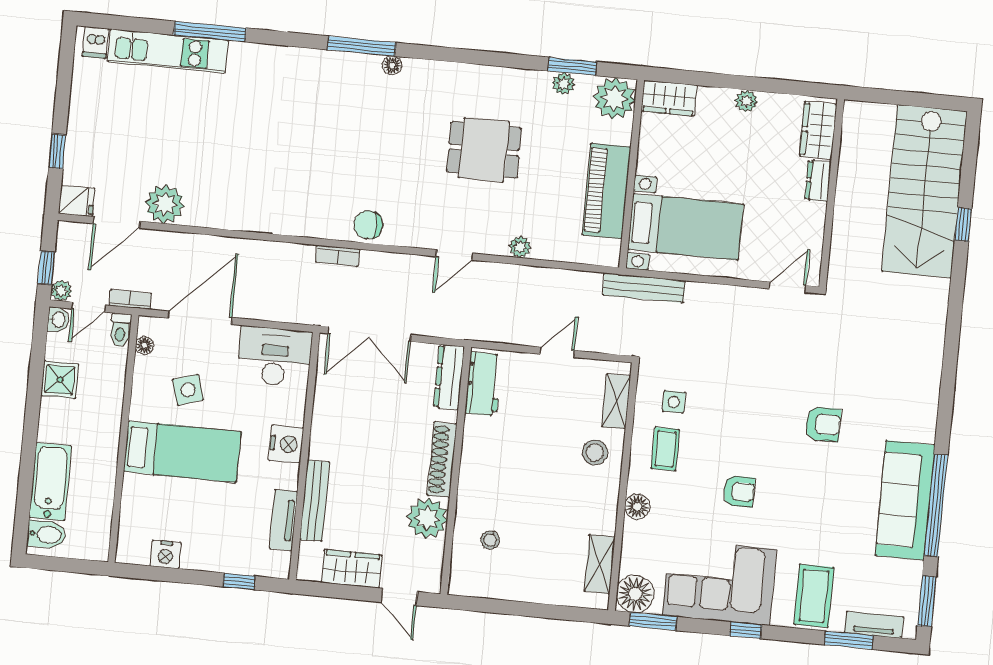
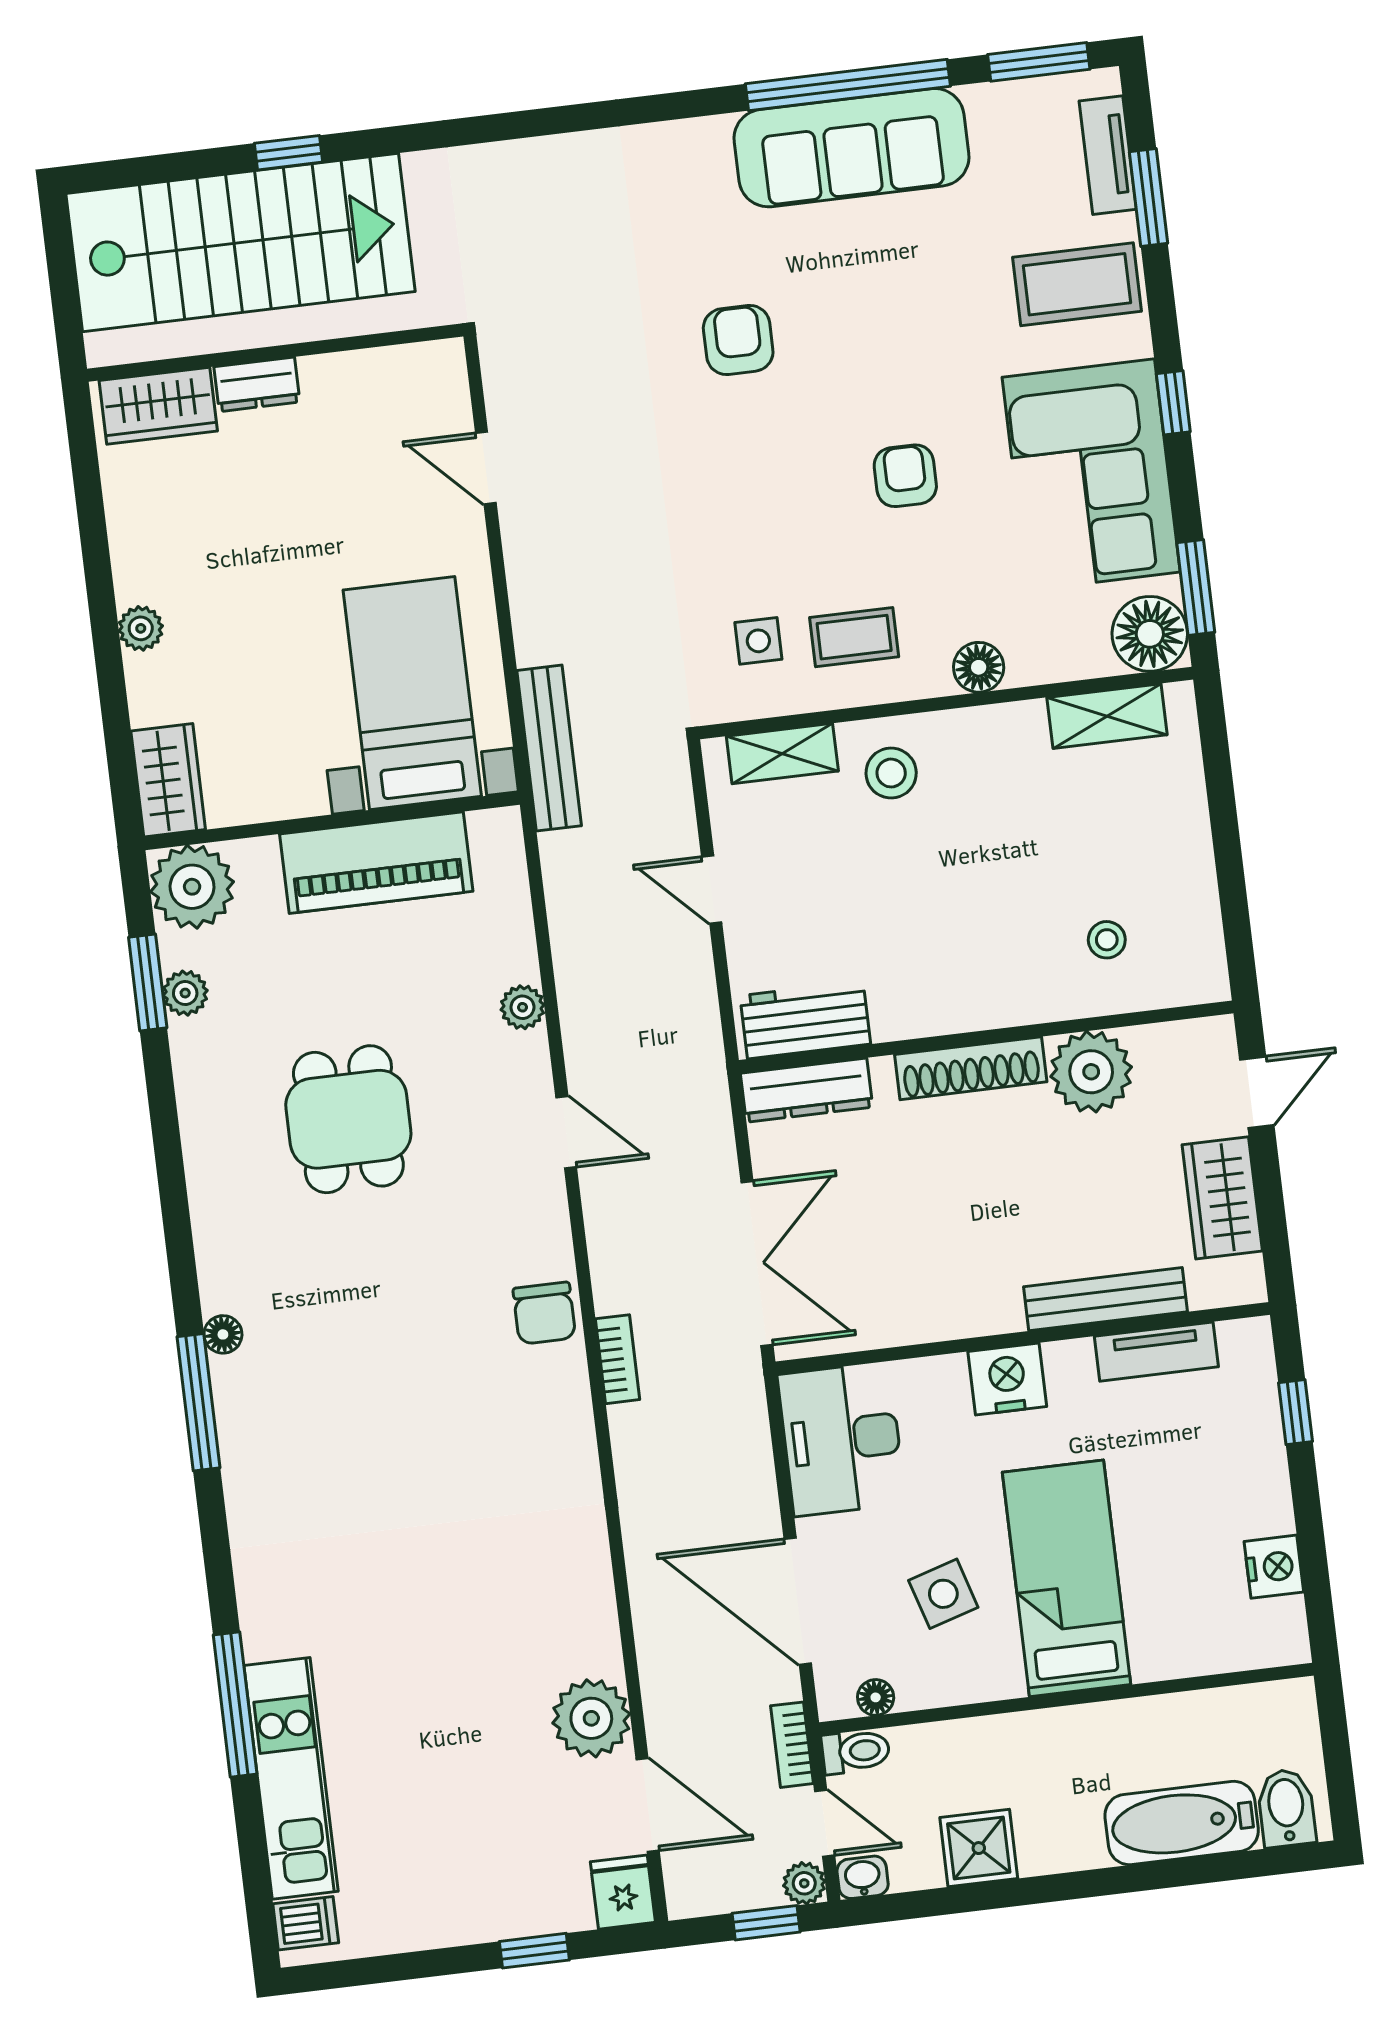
wardrobe: (818, 130) -> (158, 406), moved
dresser: (818, 181) -> (257, 384), moved
wall: (832, 193) -> (275, 353), moved

